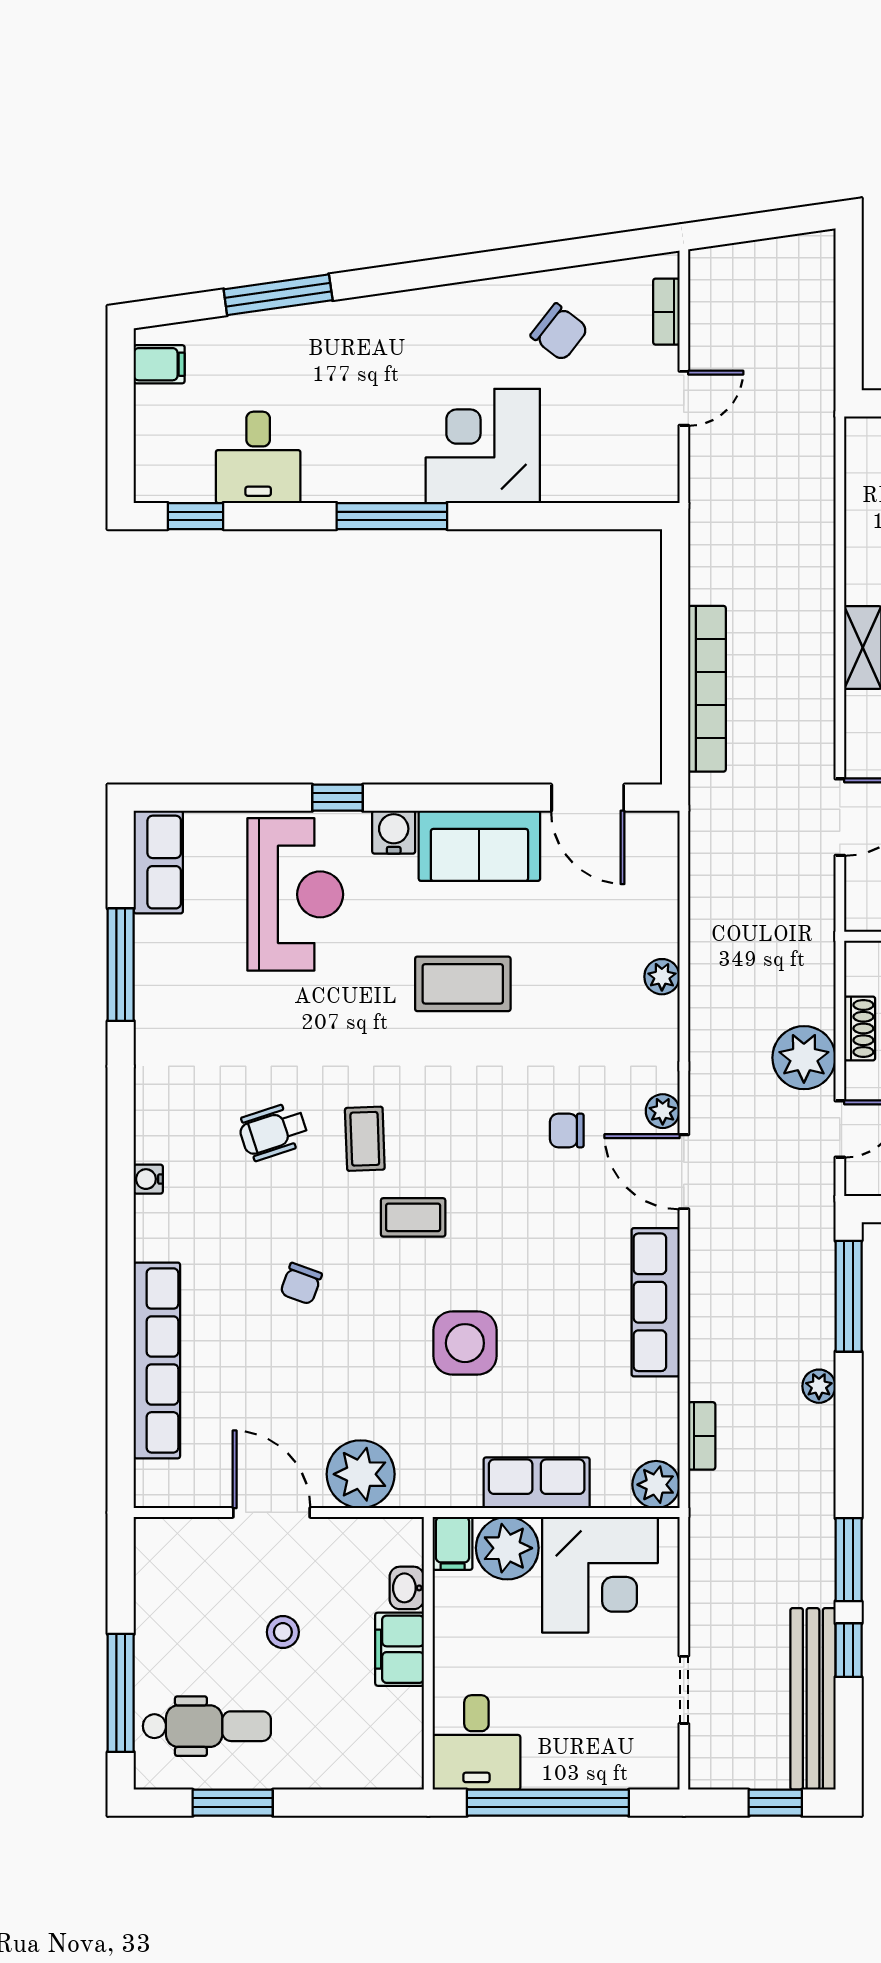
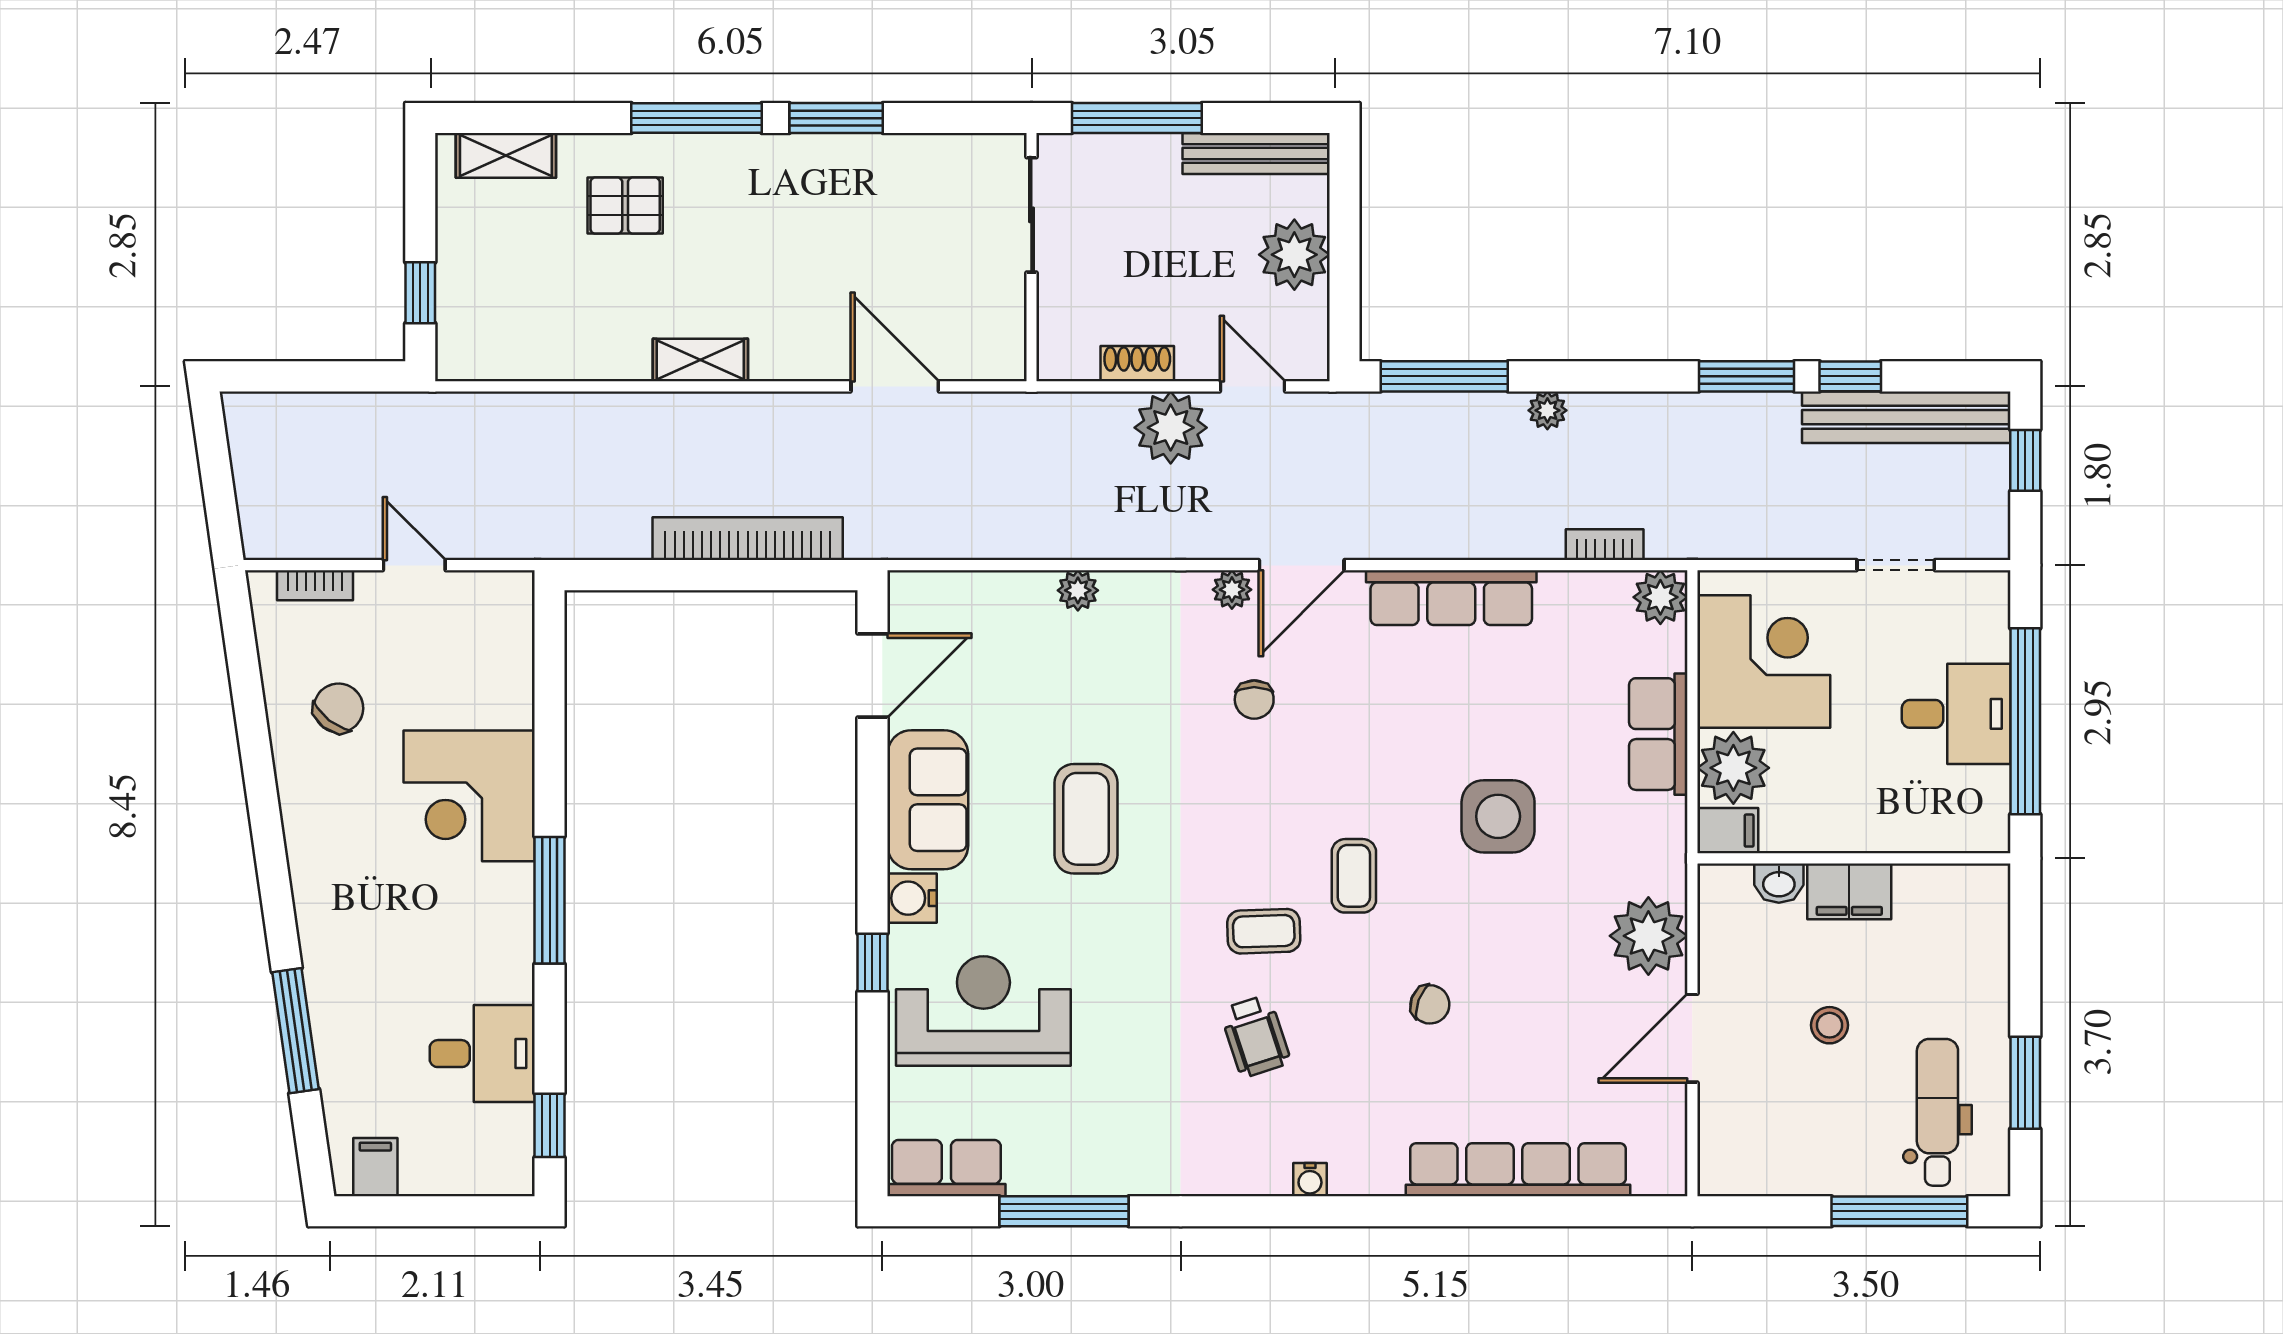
desk: (476, 1742) -> (1956, 714), moved

